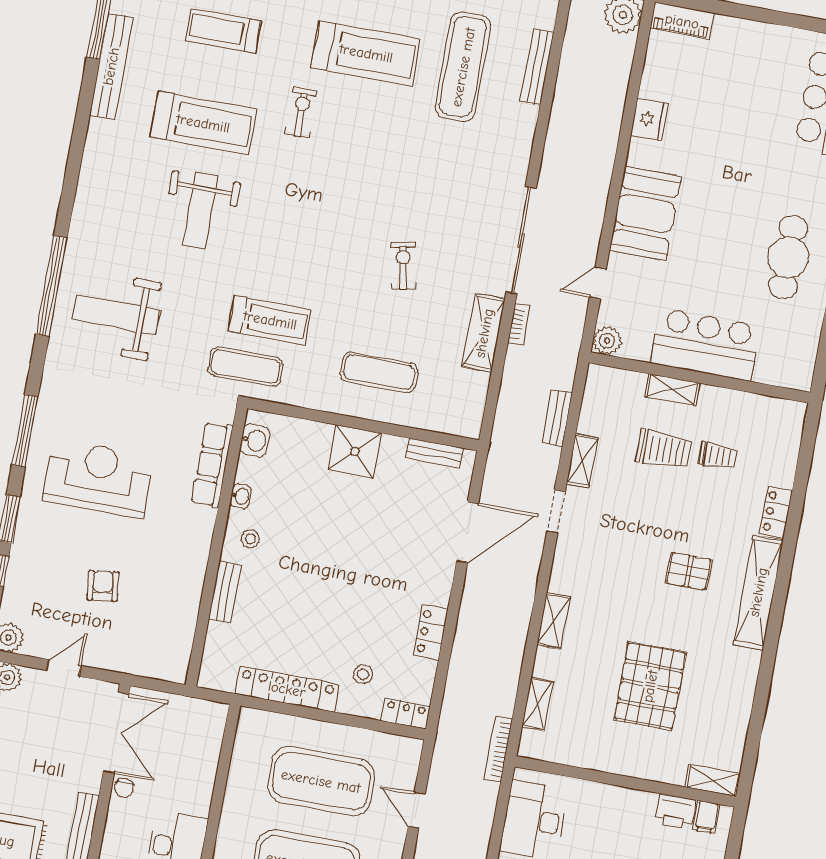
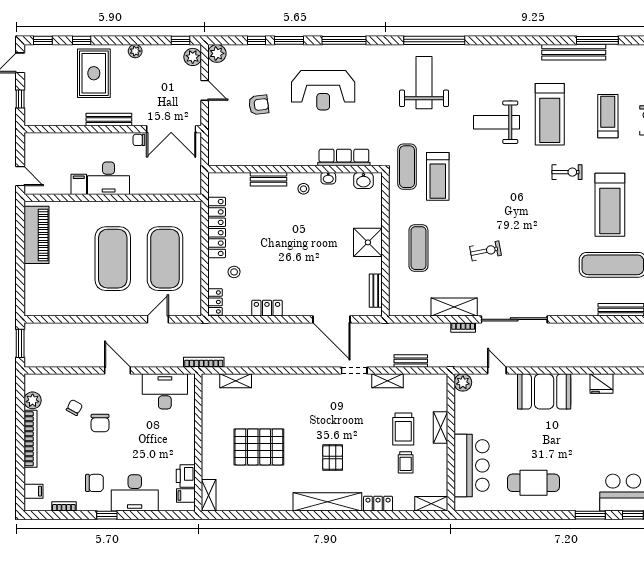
bar counter: (706, 344) -> (472, 466), moved
reception desk: (98, 478) -> (323, 90), turned 90
shelving: (553, 621) -> (431, 504), moved

